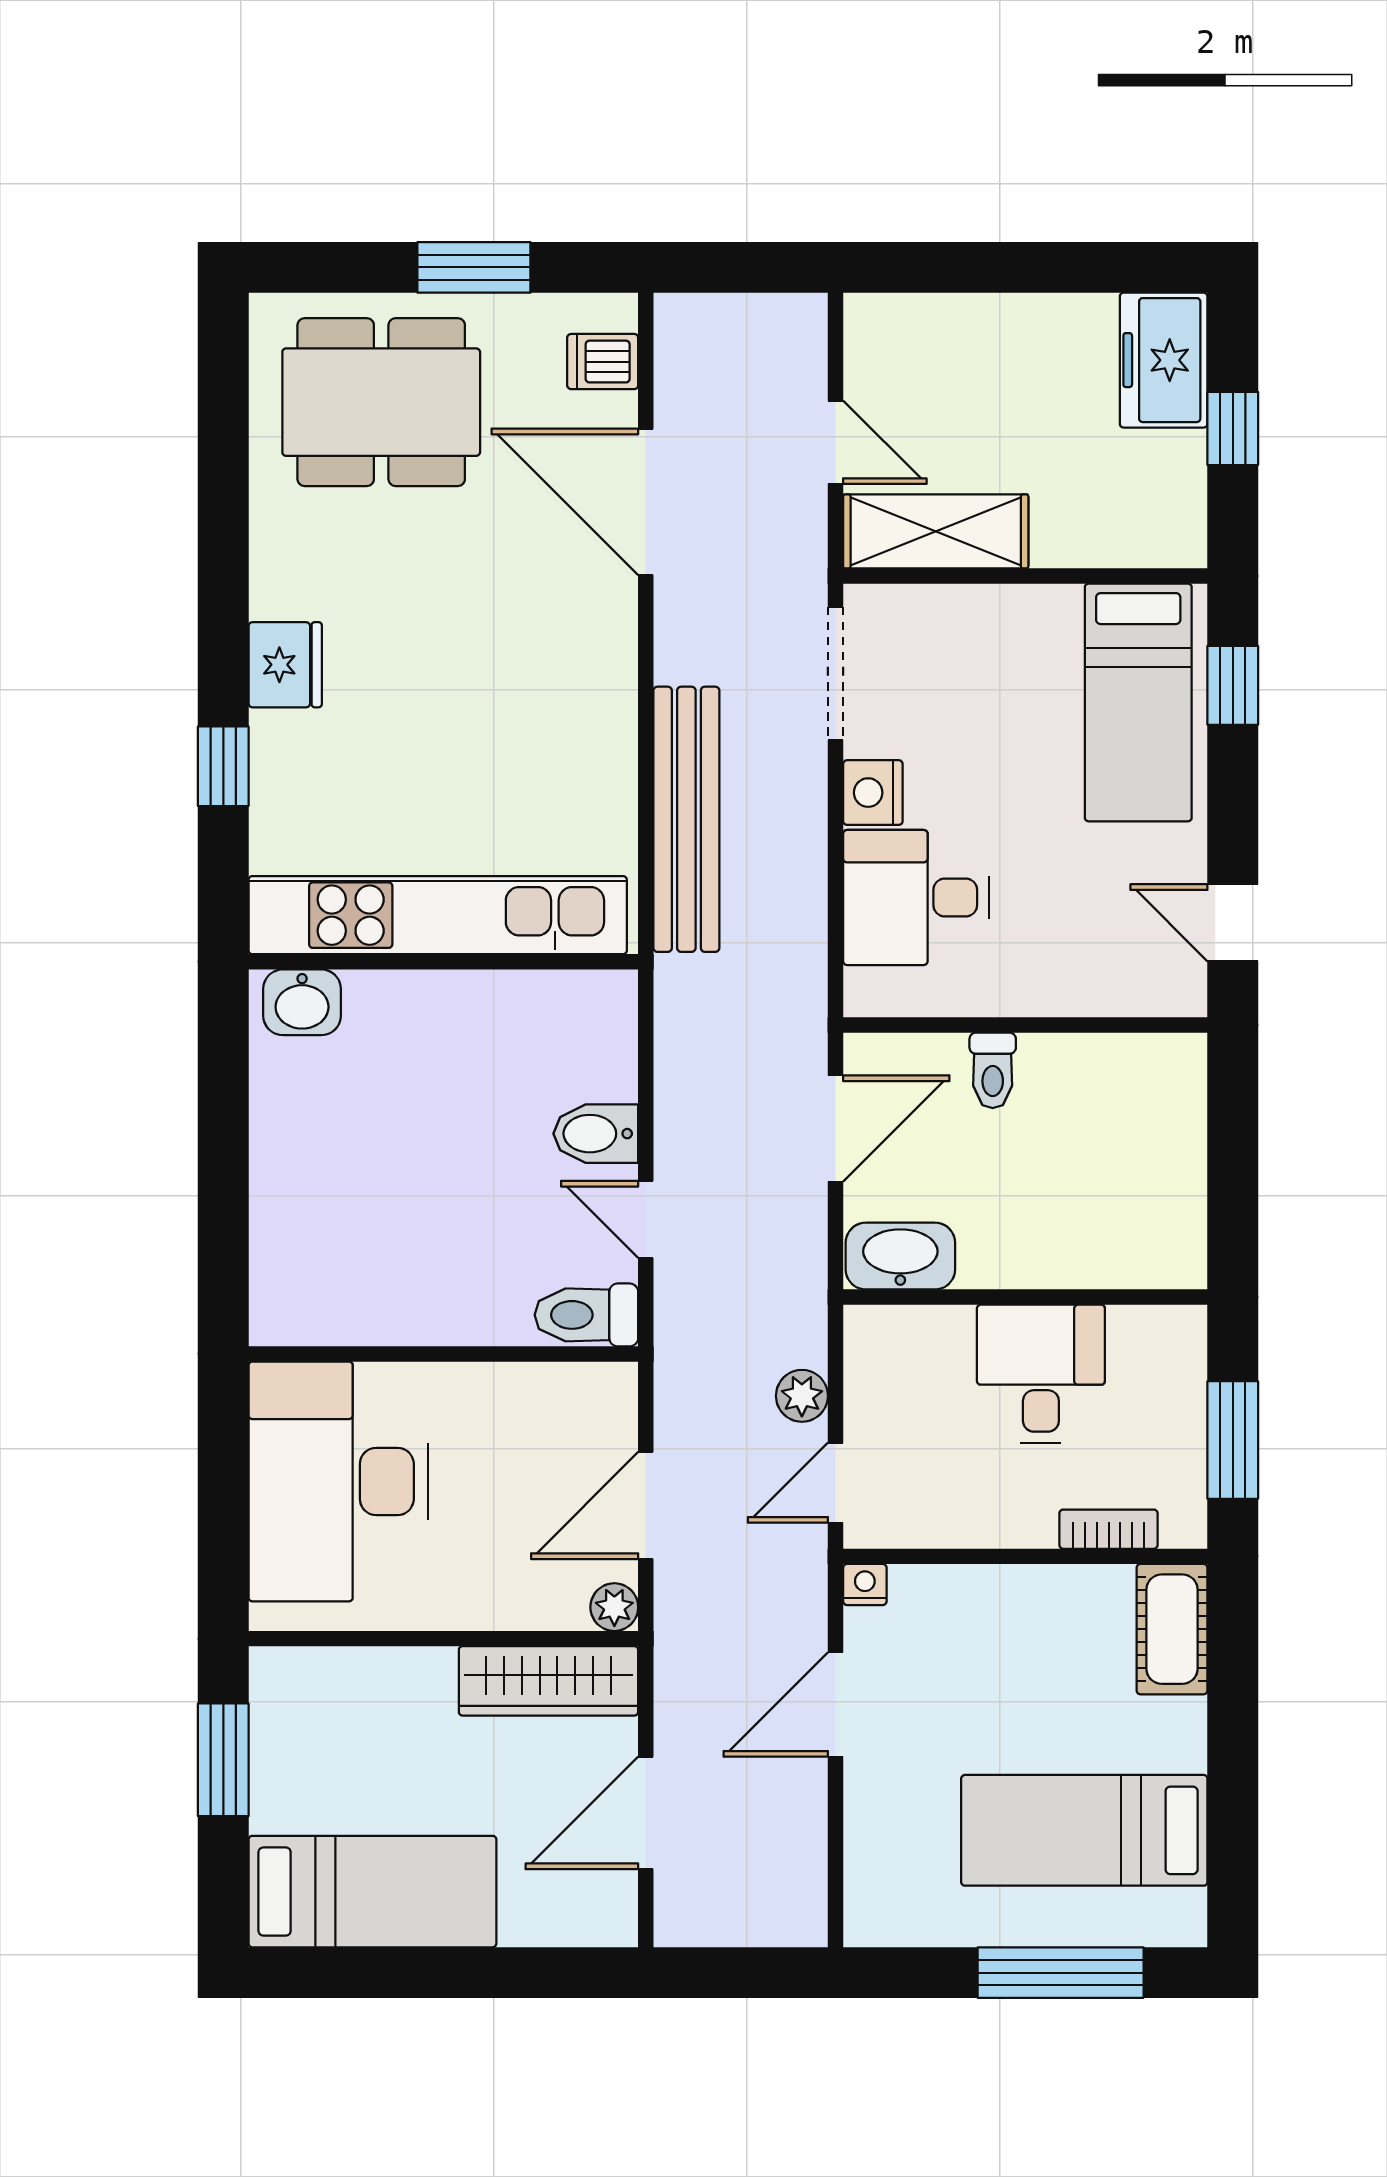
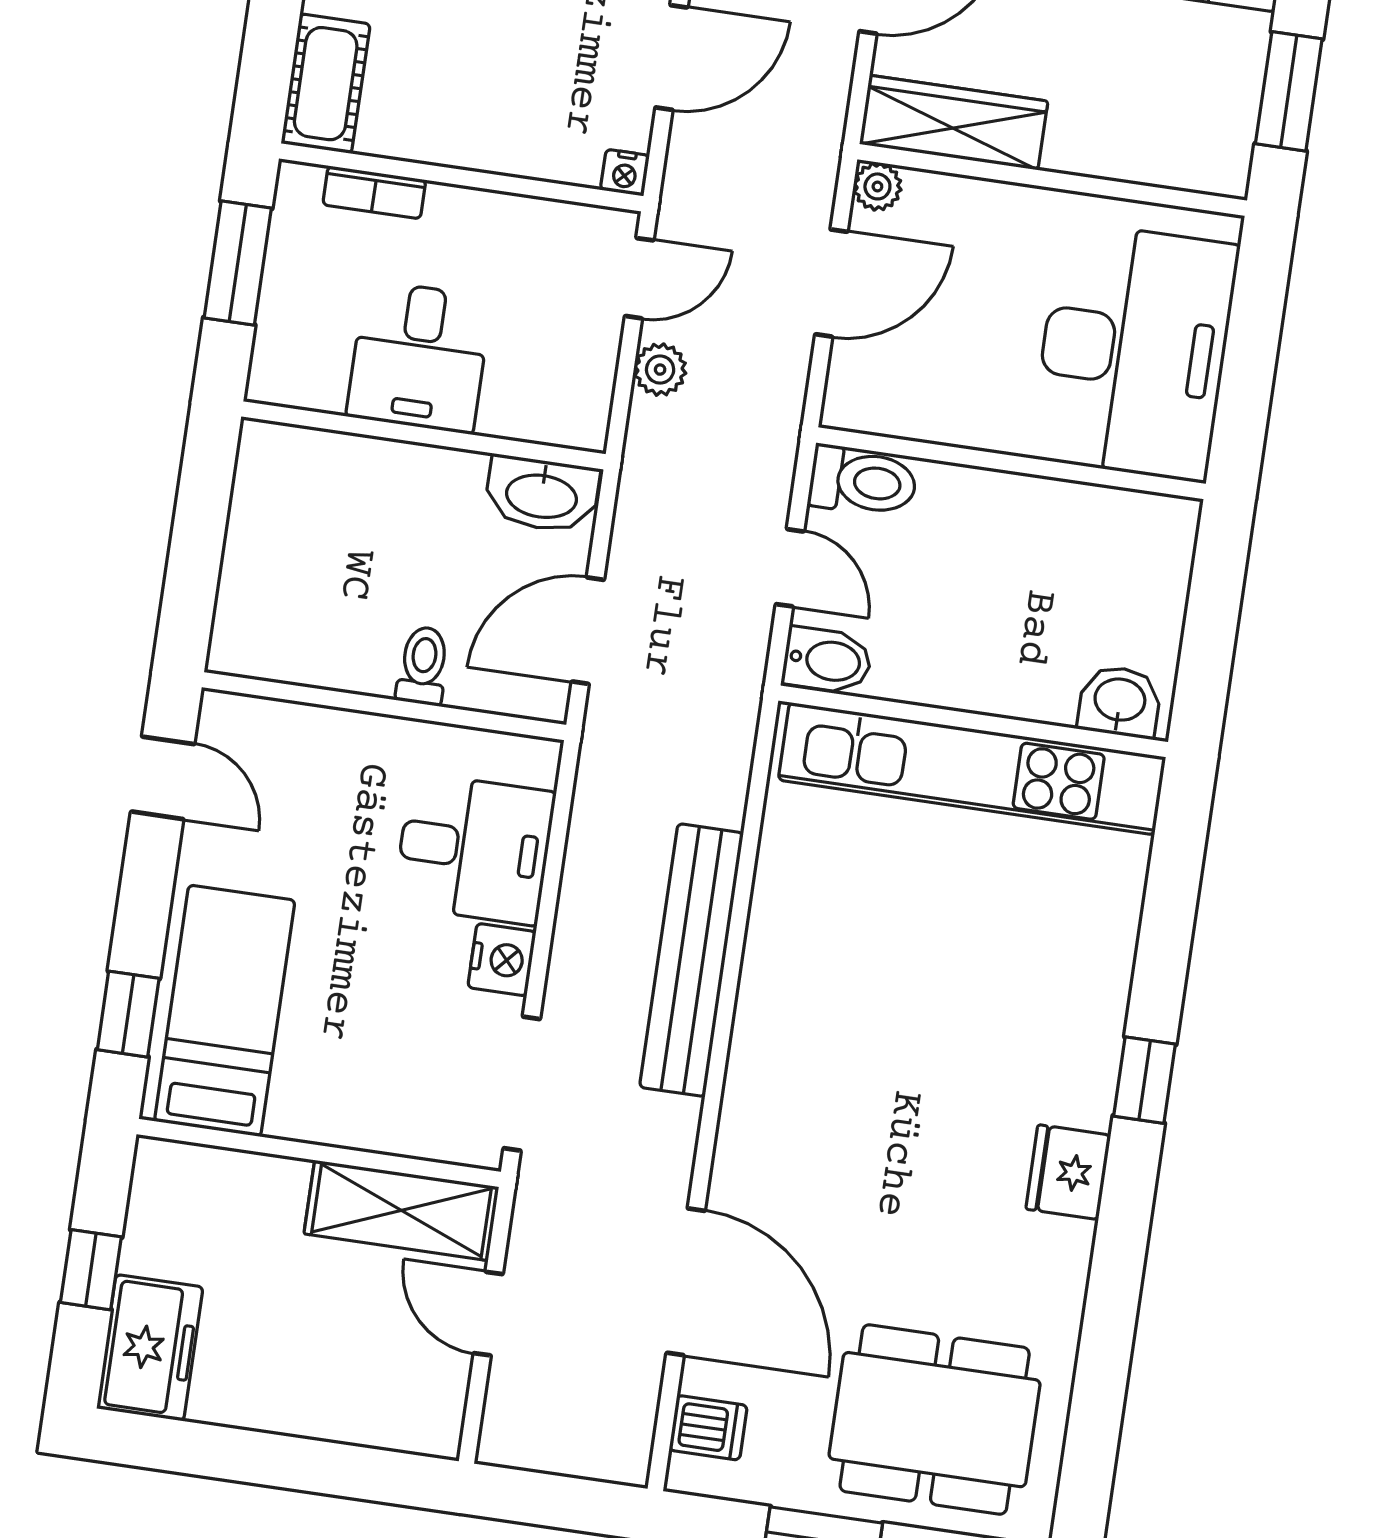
kitchen unit: (438, 915) -> (972, 769), moved
wall: (443, 962) -> (973, 721), moved
washbasin: (302, 1002) -> (1120, 702), moved

